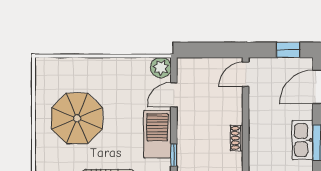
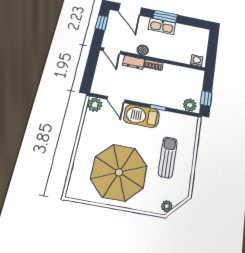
dresser: (235, 109) -> (134, 62), added
parasol: (77, 118) -> (119, 172), width x1.36, depth x1.36
boiler: (257, 118) -> (143, 50), added

